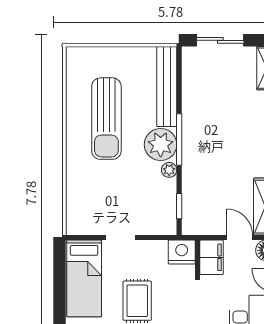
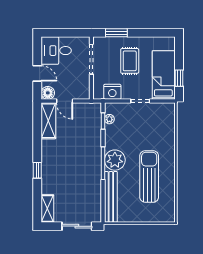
plant: (169, 170) -> (109, 119), moved
nightstand: (182, 252) -> (112, 92), moved
filing cabinet: (212, 257) -> (82, 88), removed
window: (59, 273) -> (179, 78), added

